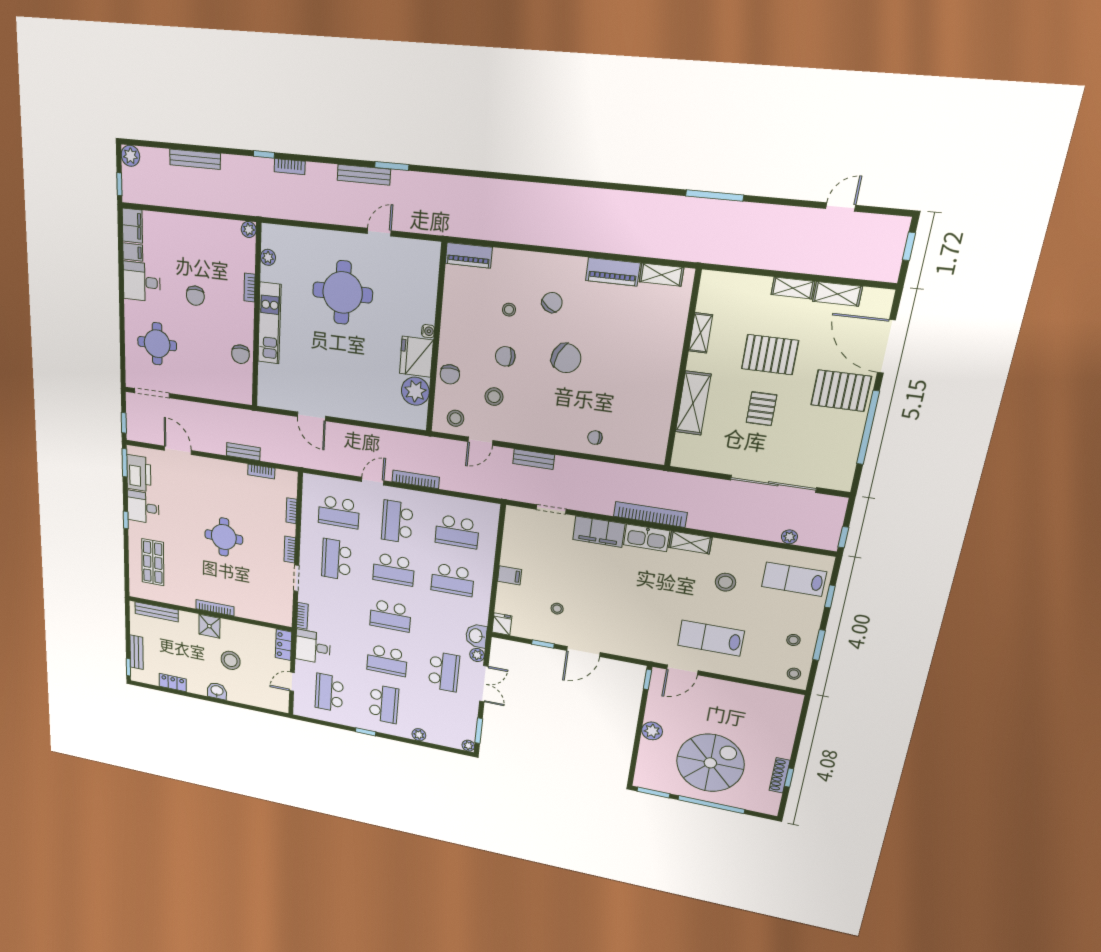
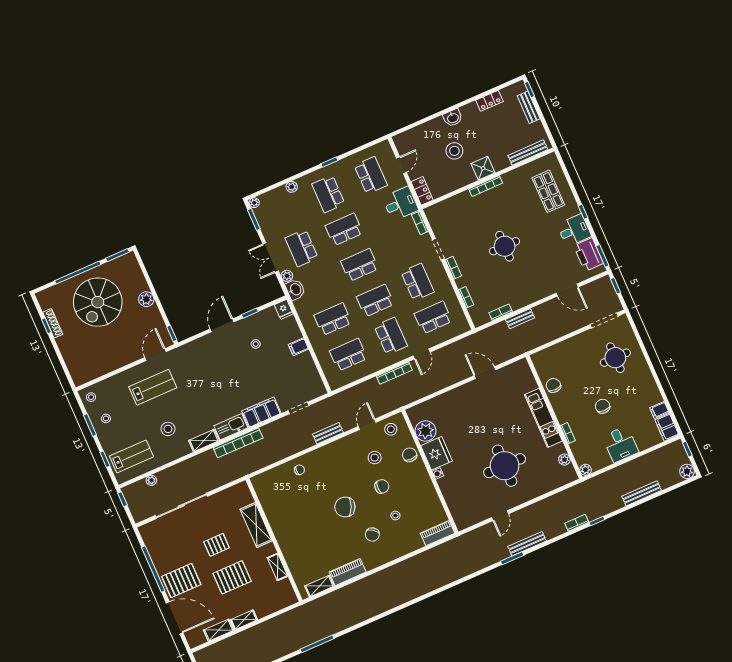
desk: (142, 282) -> (621, 444), moved, turned 90
pallet: (761, 409) -> (217, 545), turned 90

